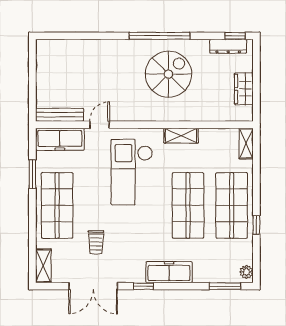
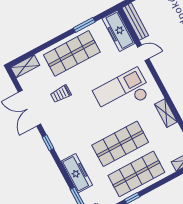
freezer: (169, 272) -> (77, 173), moved

